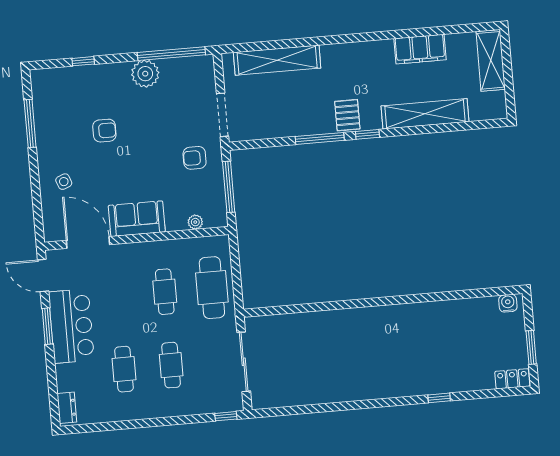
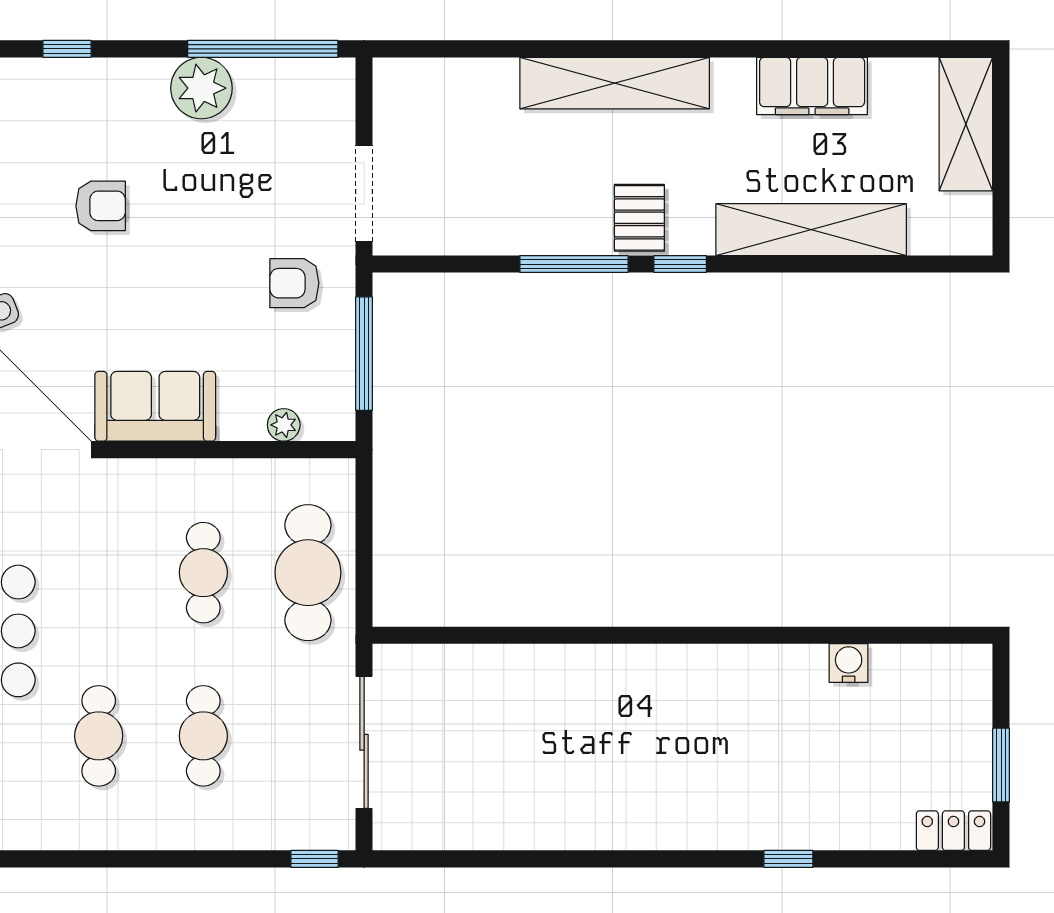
shelving: (277, 60) -> (615, 83), moved
water cooler: (508, 303) -> (849, 663), moved

